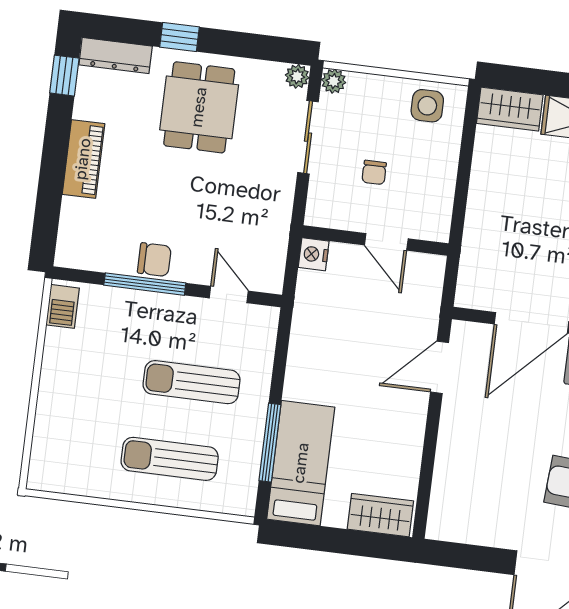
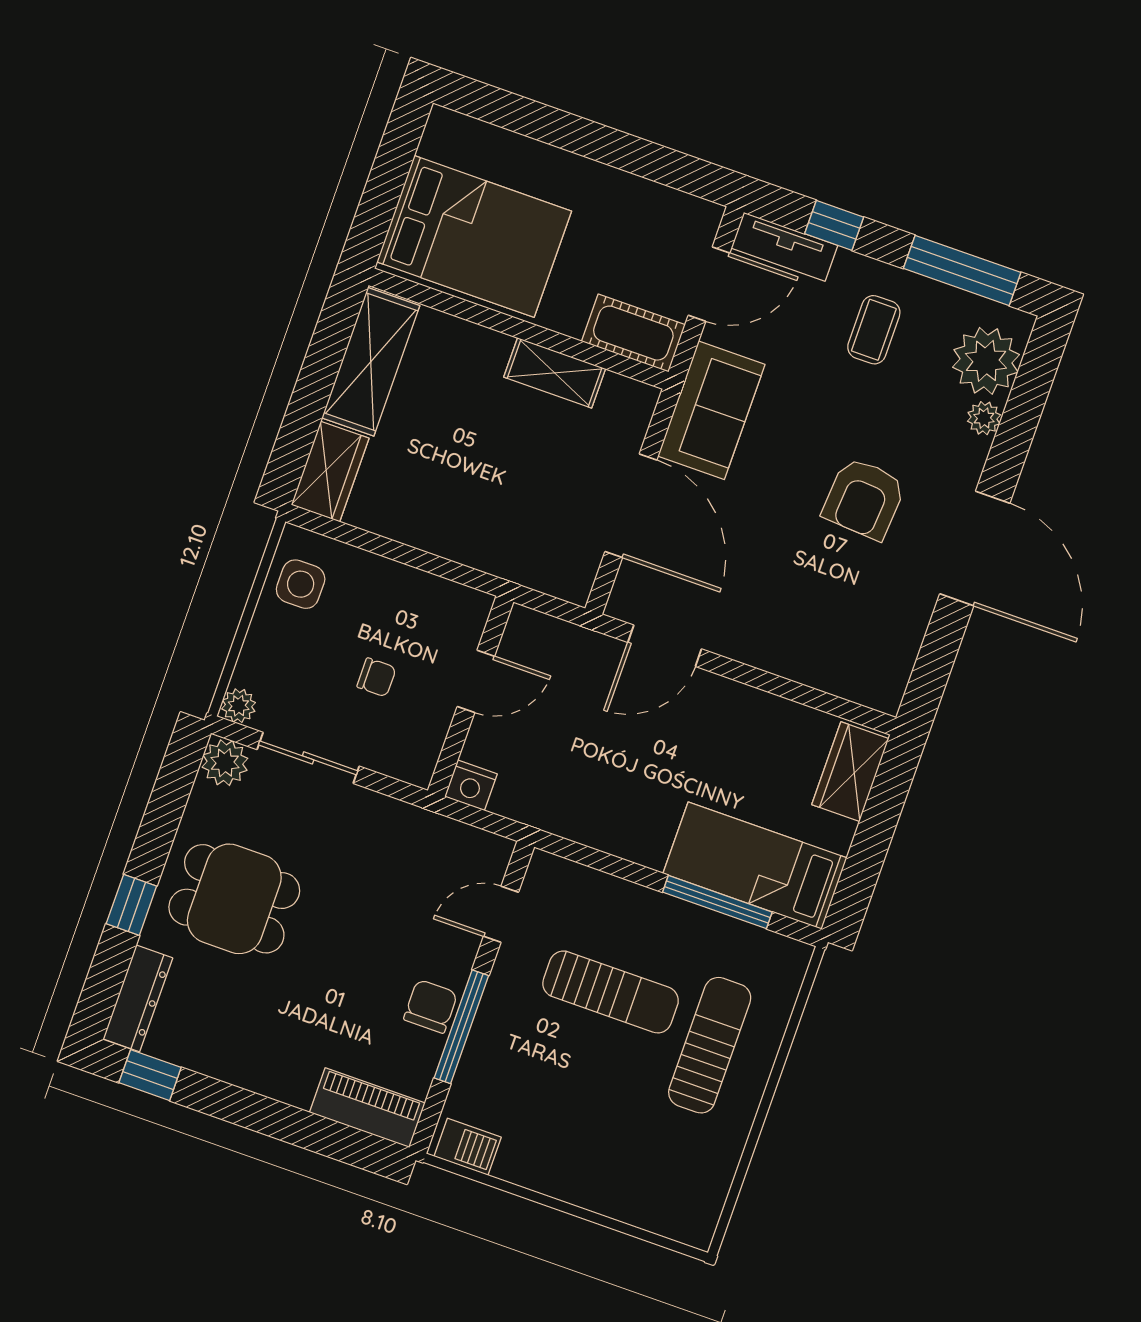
plant: (297, 76) -> (225, 763), width x1.38, depth x1.38
piano: (83, 159) -> (367, 1108), moved
door: (440, 367) -> (665, 646), hinge flipped
sun lounger: (191, 382) -> (611, 992), turned -90
sun lounger: (170, 459) -> (710, 1045), turned 180

